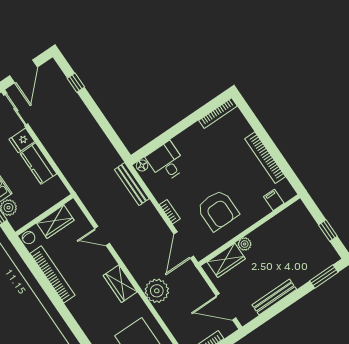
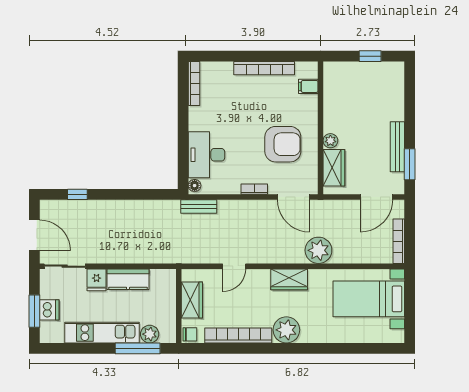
desk: (166, 162) -> (206, 155), width x1.37
bench: (132, 184) -> (199, 206), width x0.73
window: (324, 276) -> (410, 164), moved
plant: (81, 307) -> (286, 330), added

